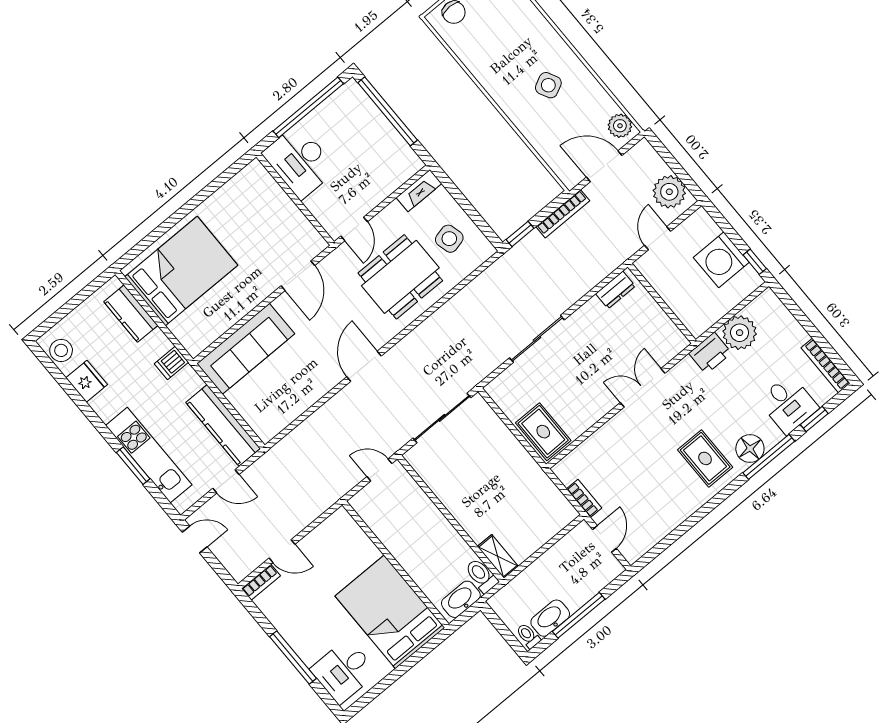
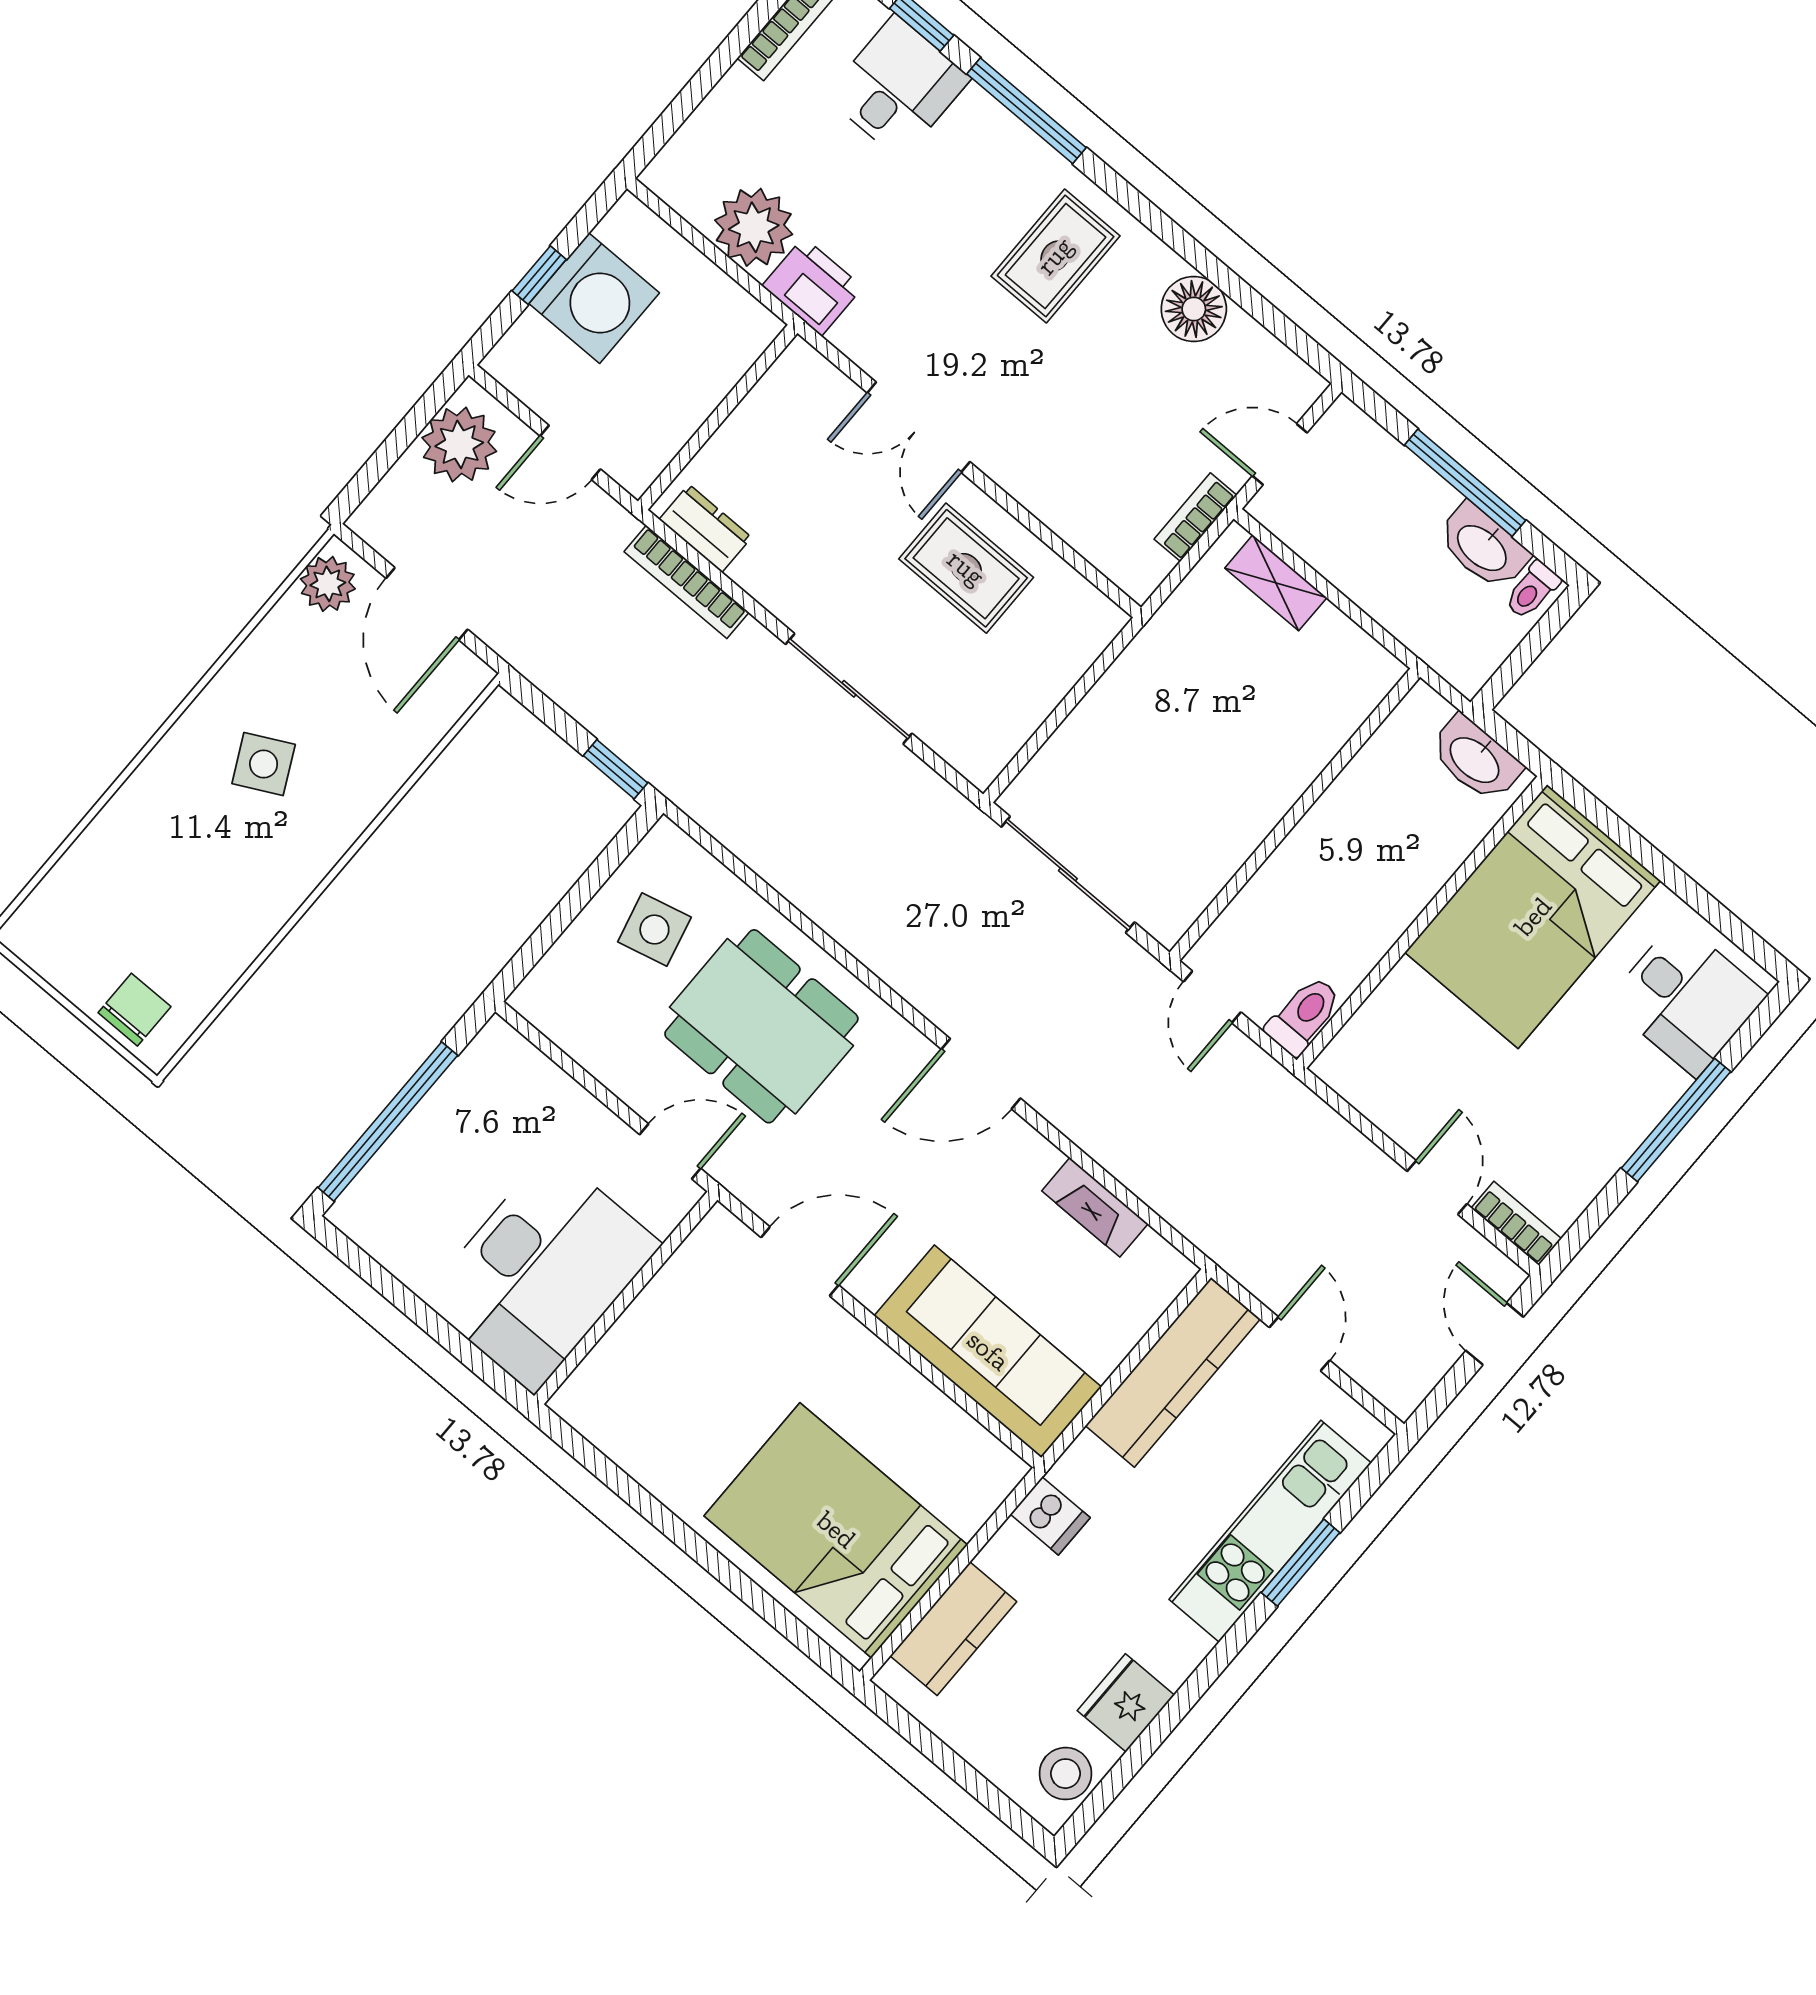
window: (308, 107) -> (410, 1305), removed
desk: (299, 161) -> (542, 1272), width x1.36, depth x1.30
fireplace: (419, 191) -> (1095, 1207), moved, turned 180
bookcase: (563, 214) -> (687, 582), moved, turned 180
window: (755, 262) -> (539, 275), moved
rug: (543, 432) -> (966, 568), moved, turned 90
floor lamp: (750, 449) -> (1194, 309), moved
door: (195, 539) -> (1495, 1334), moved
shelving: (498, 556) -> (1276, 583), moved, turned 90
toilet: (481, 576) -> (1304, 1016), moved, turned 180

